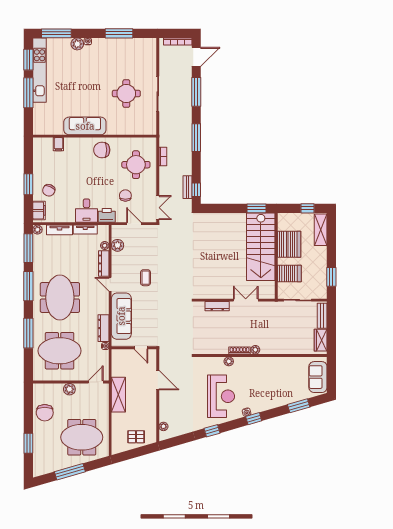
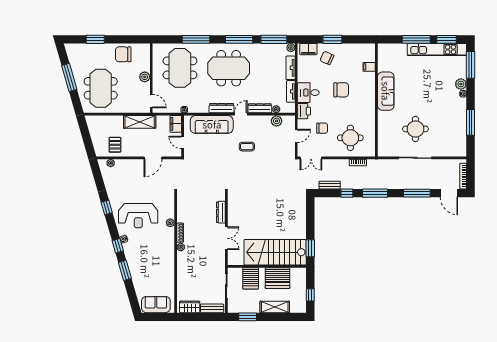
chair: (102, 150) -> (341, 90), moved, turned 90
window: (196, 190) -> (347, 193), moved
shelving: (321, 230) -> (275, 307), moved
dresser: (104, 328) -> (222, 108), moved
door: (141, 348) -> (183, 142), hinge flipped
filing cabinet: (121, 355) -> (176, 124), added
window: (299, 406) -> (125, 270), moved
pallet: (136, 437) -> (115, 145), moved

